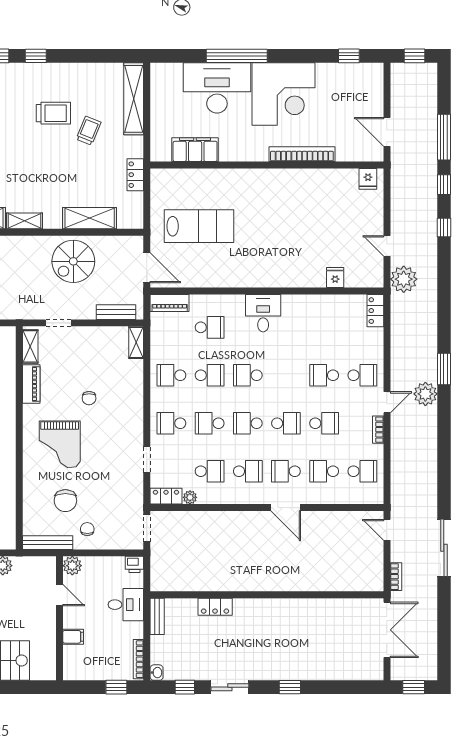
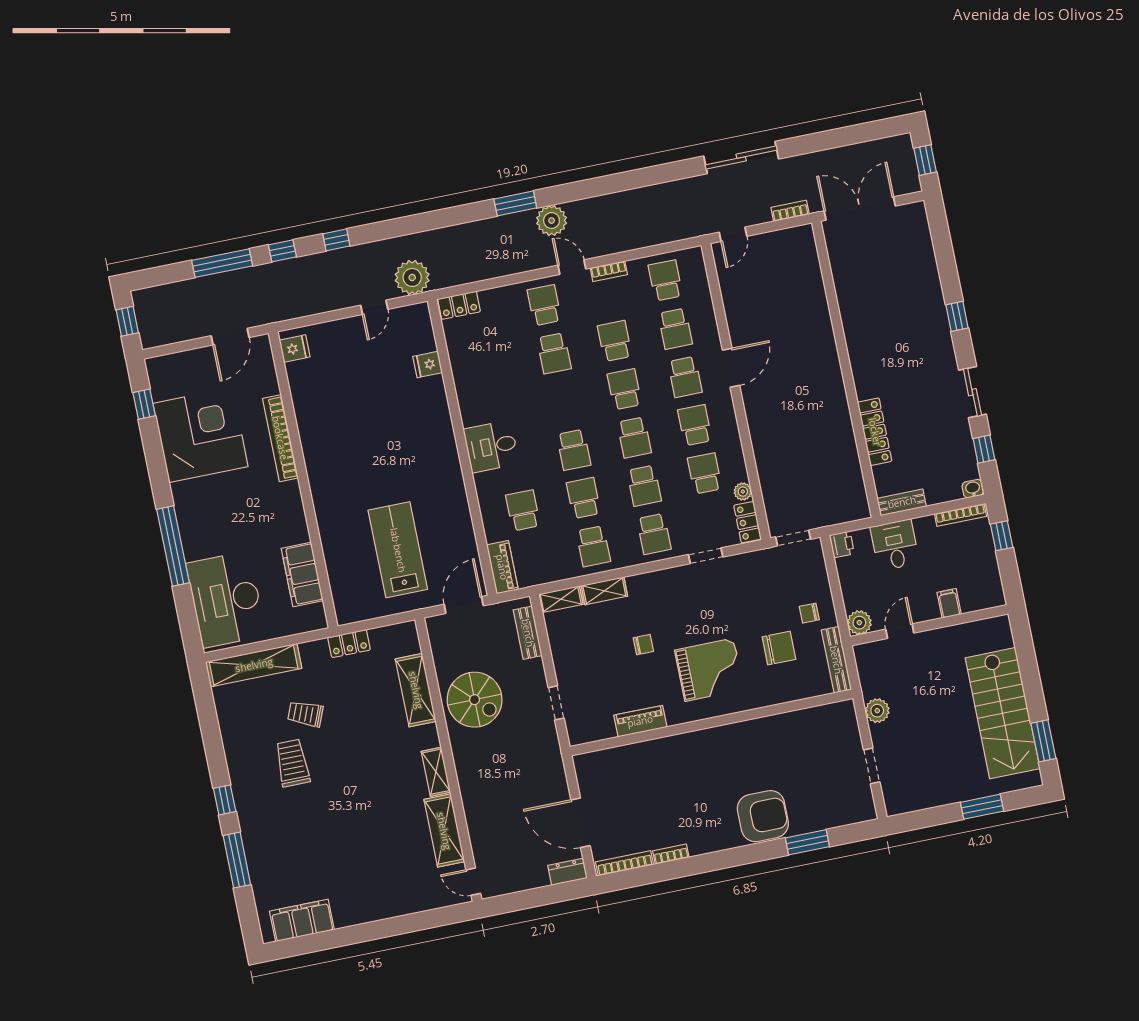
desk: (217, 88) -> (226, 600), moved
corner desk: (283, 94) -> (200, 435), moved
shelving: (30, 346) -> (604, 591), moved
locker: (215, 607) -> (875, 432), width x1.53

